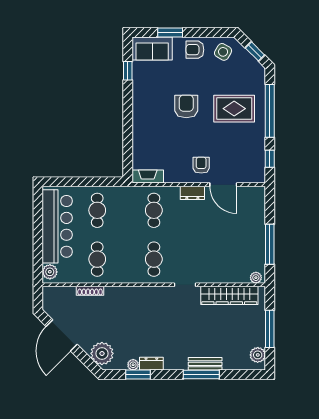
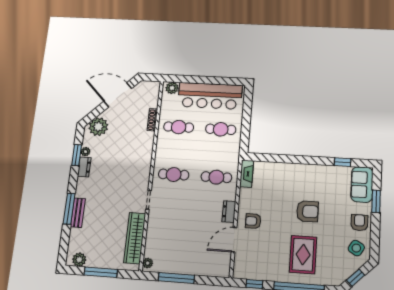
armchair: (201, 165) -> (253, 221), turned 180

